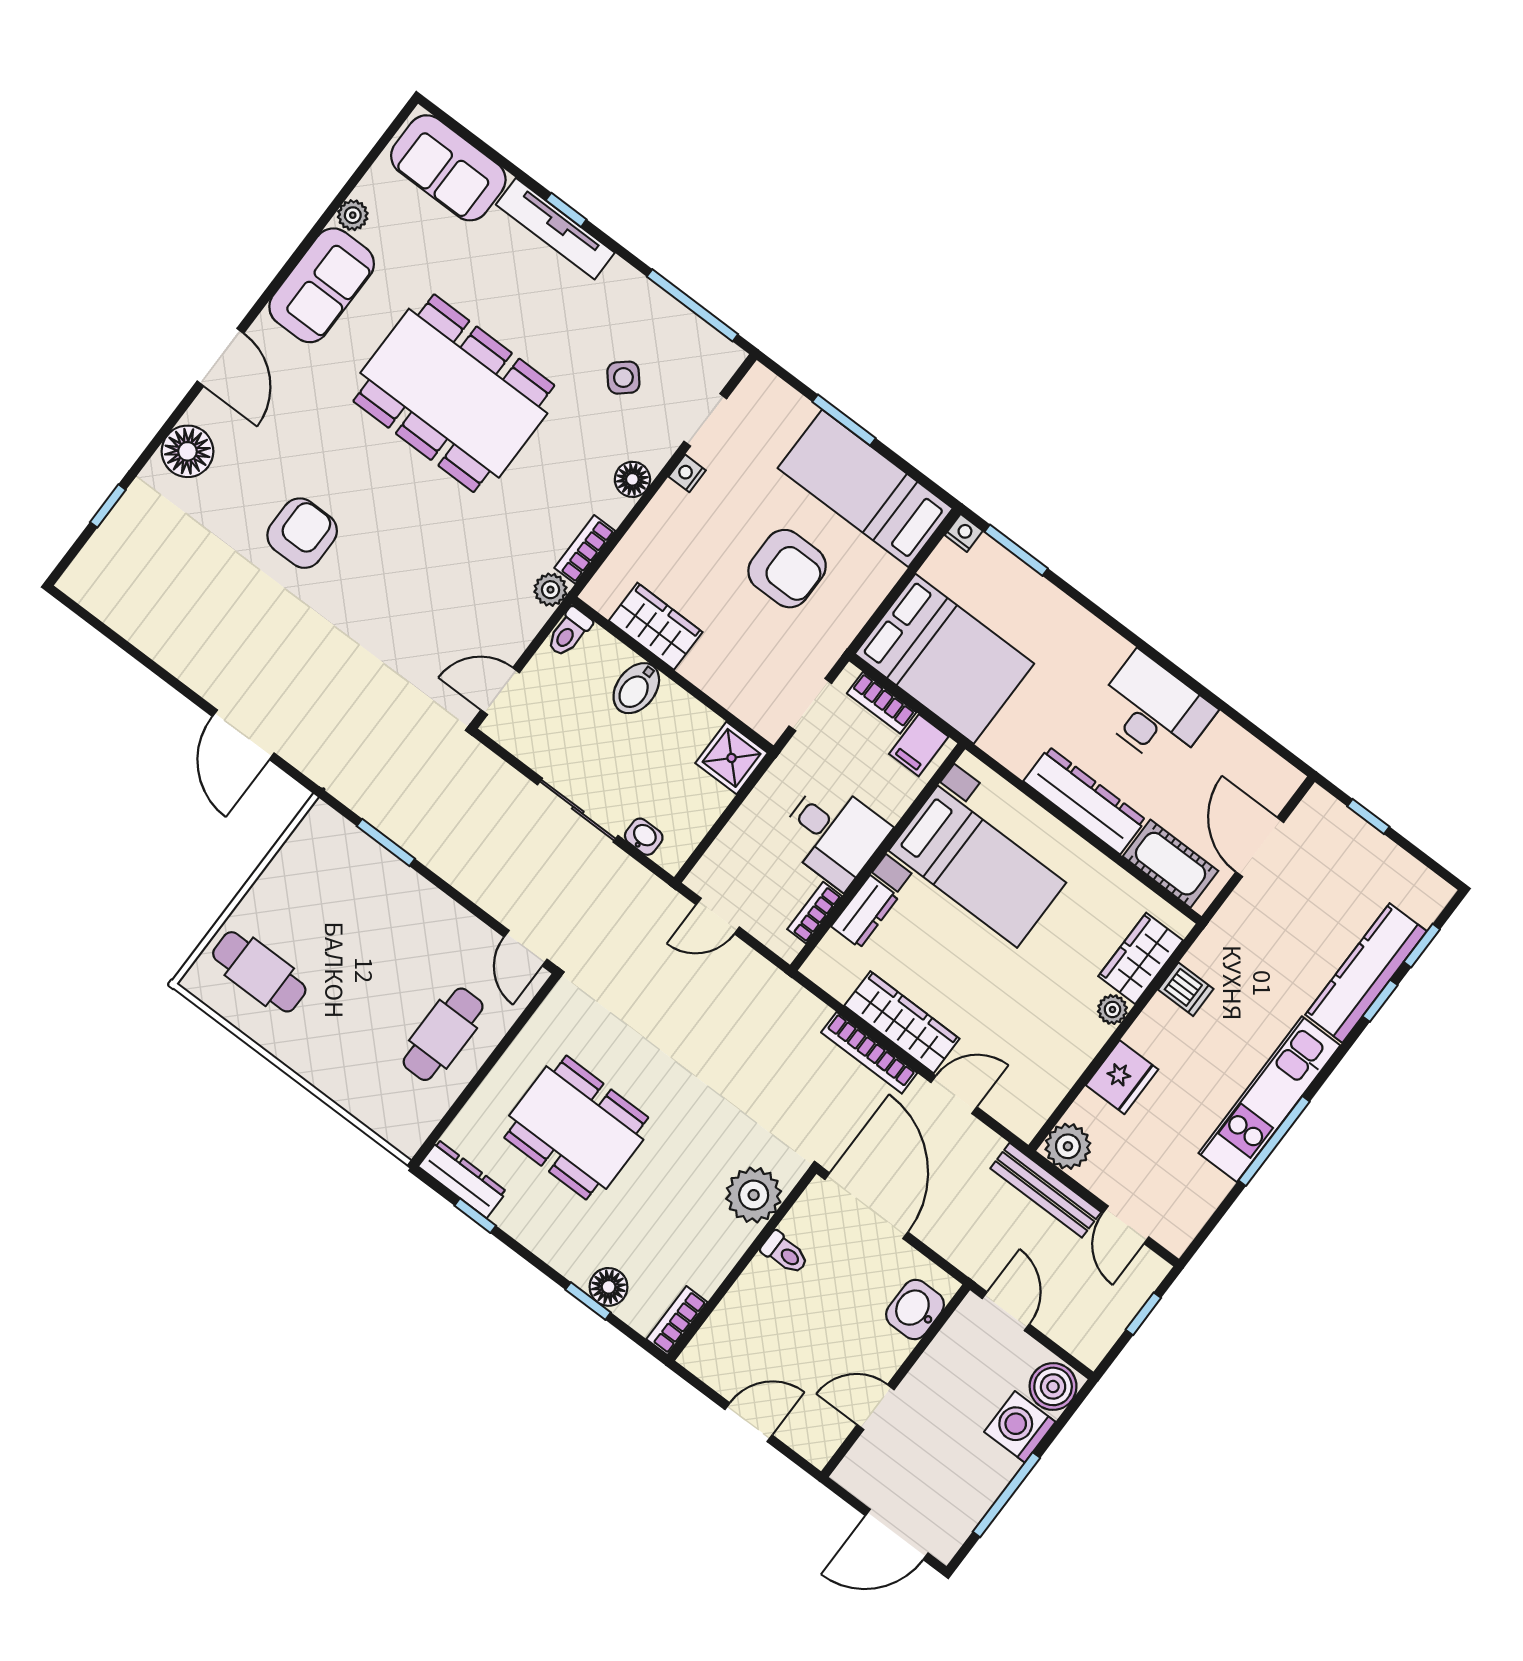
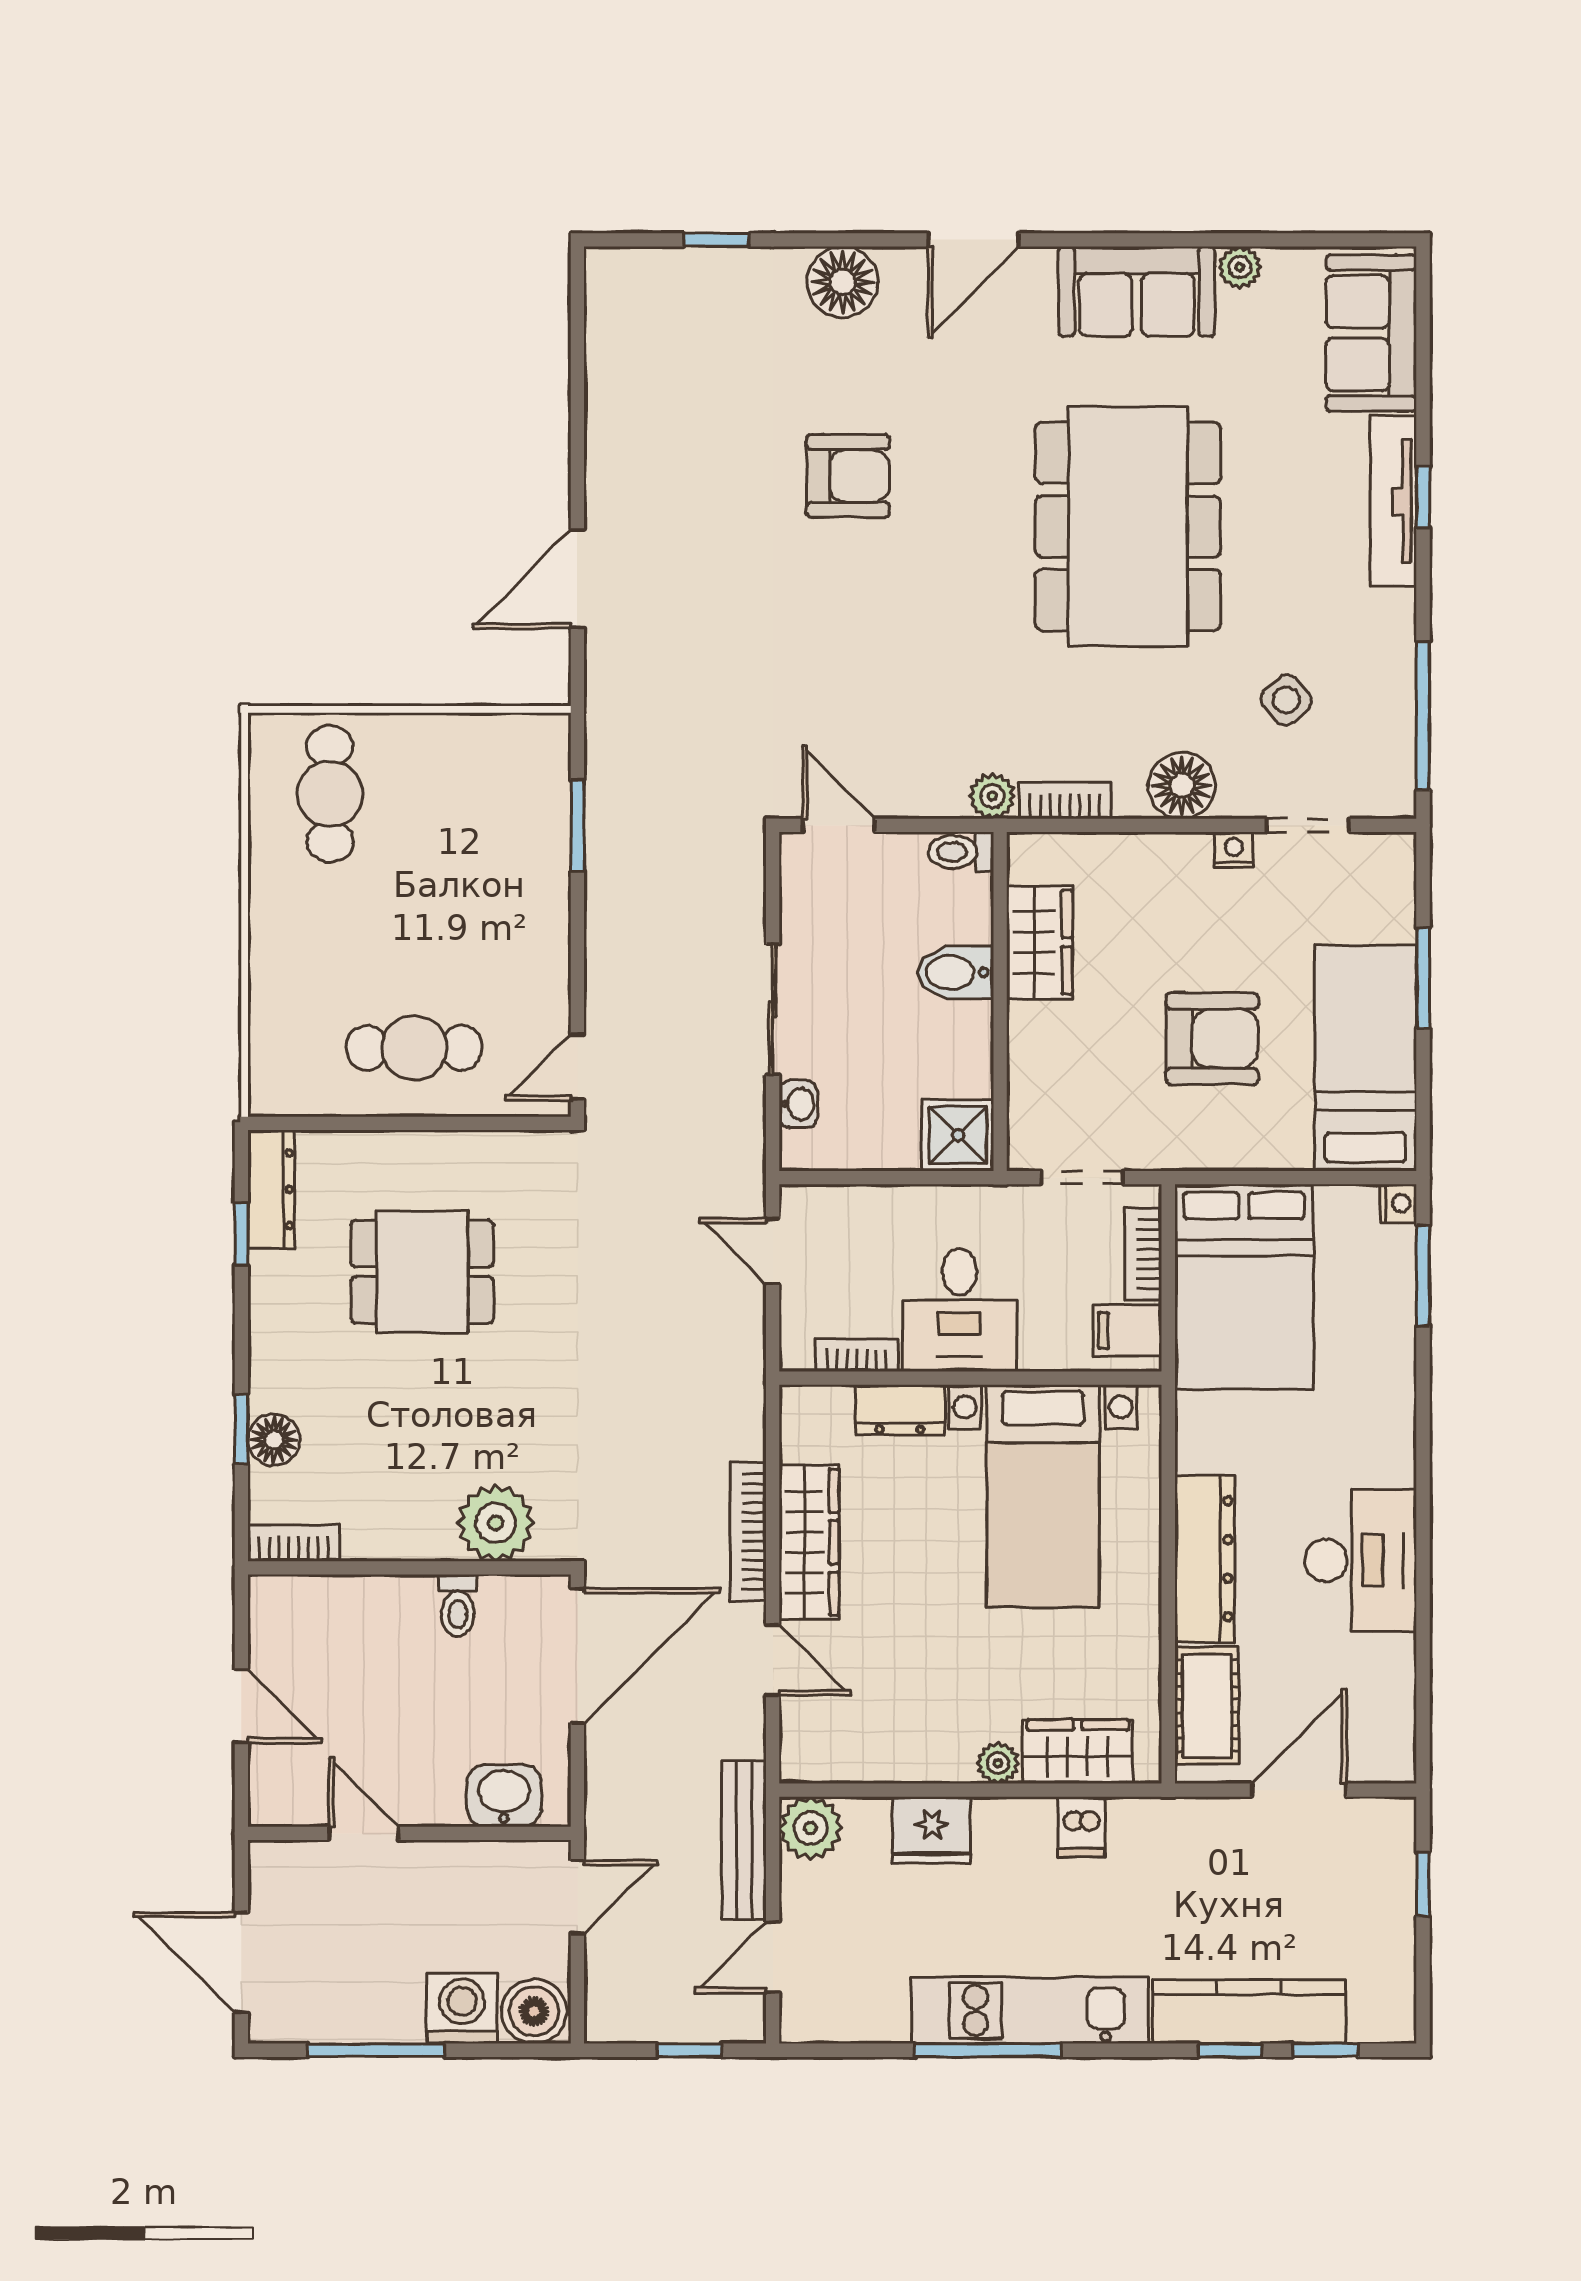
floor lamp: (632, 479) -> (1182, 785), width x1.38, depth x1.38
armchair: (787, 569) -> (1212, 1039), turned -90
dining table: (576, 1128) -> (422, 1272), width x0.73

